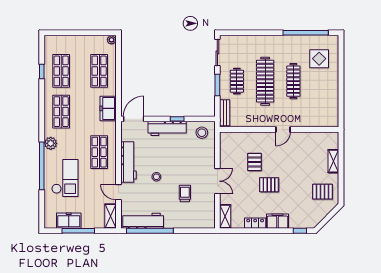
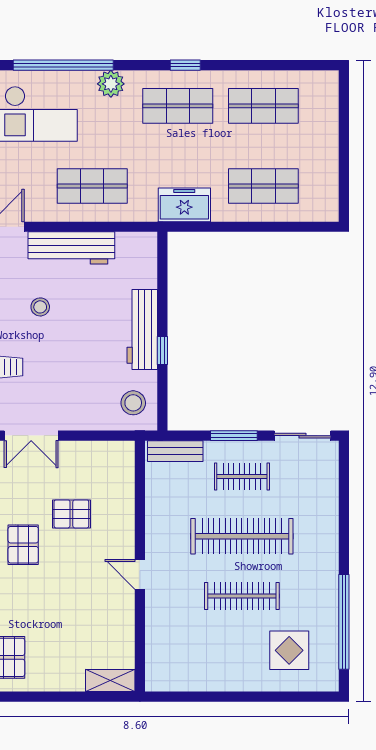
plant: (111, 40) -> (329, 212), removed
window: (42, 71) -> (185, 65), moved
door: (134, 119) -> (162, 259), removed
shelving: (333, 161) -> (110, 681), moved

